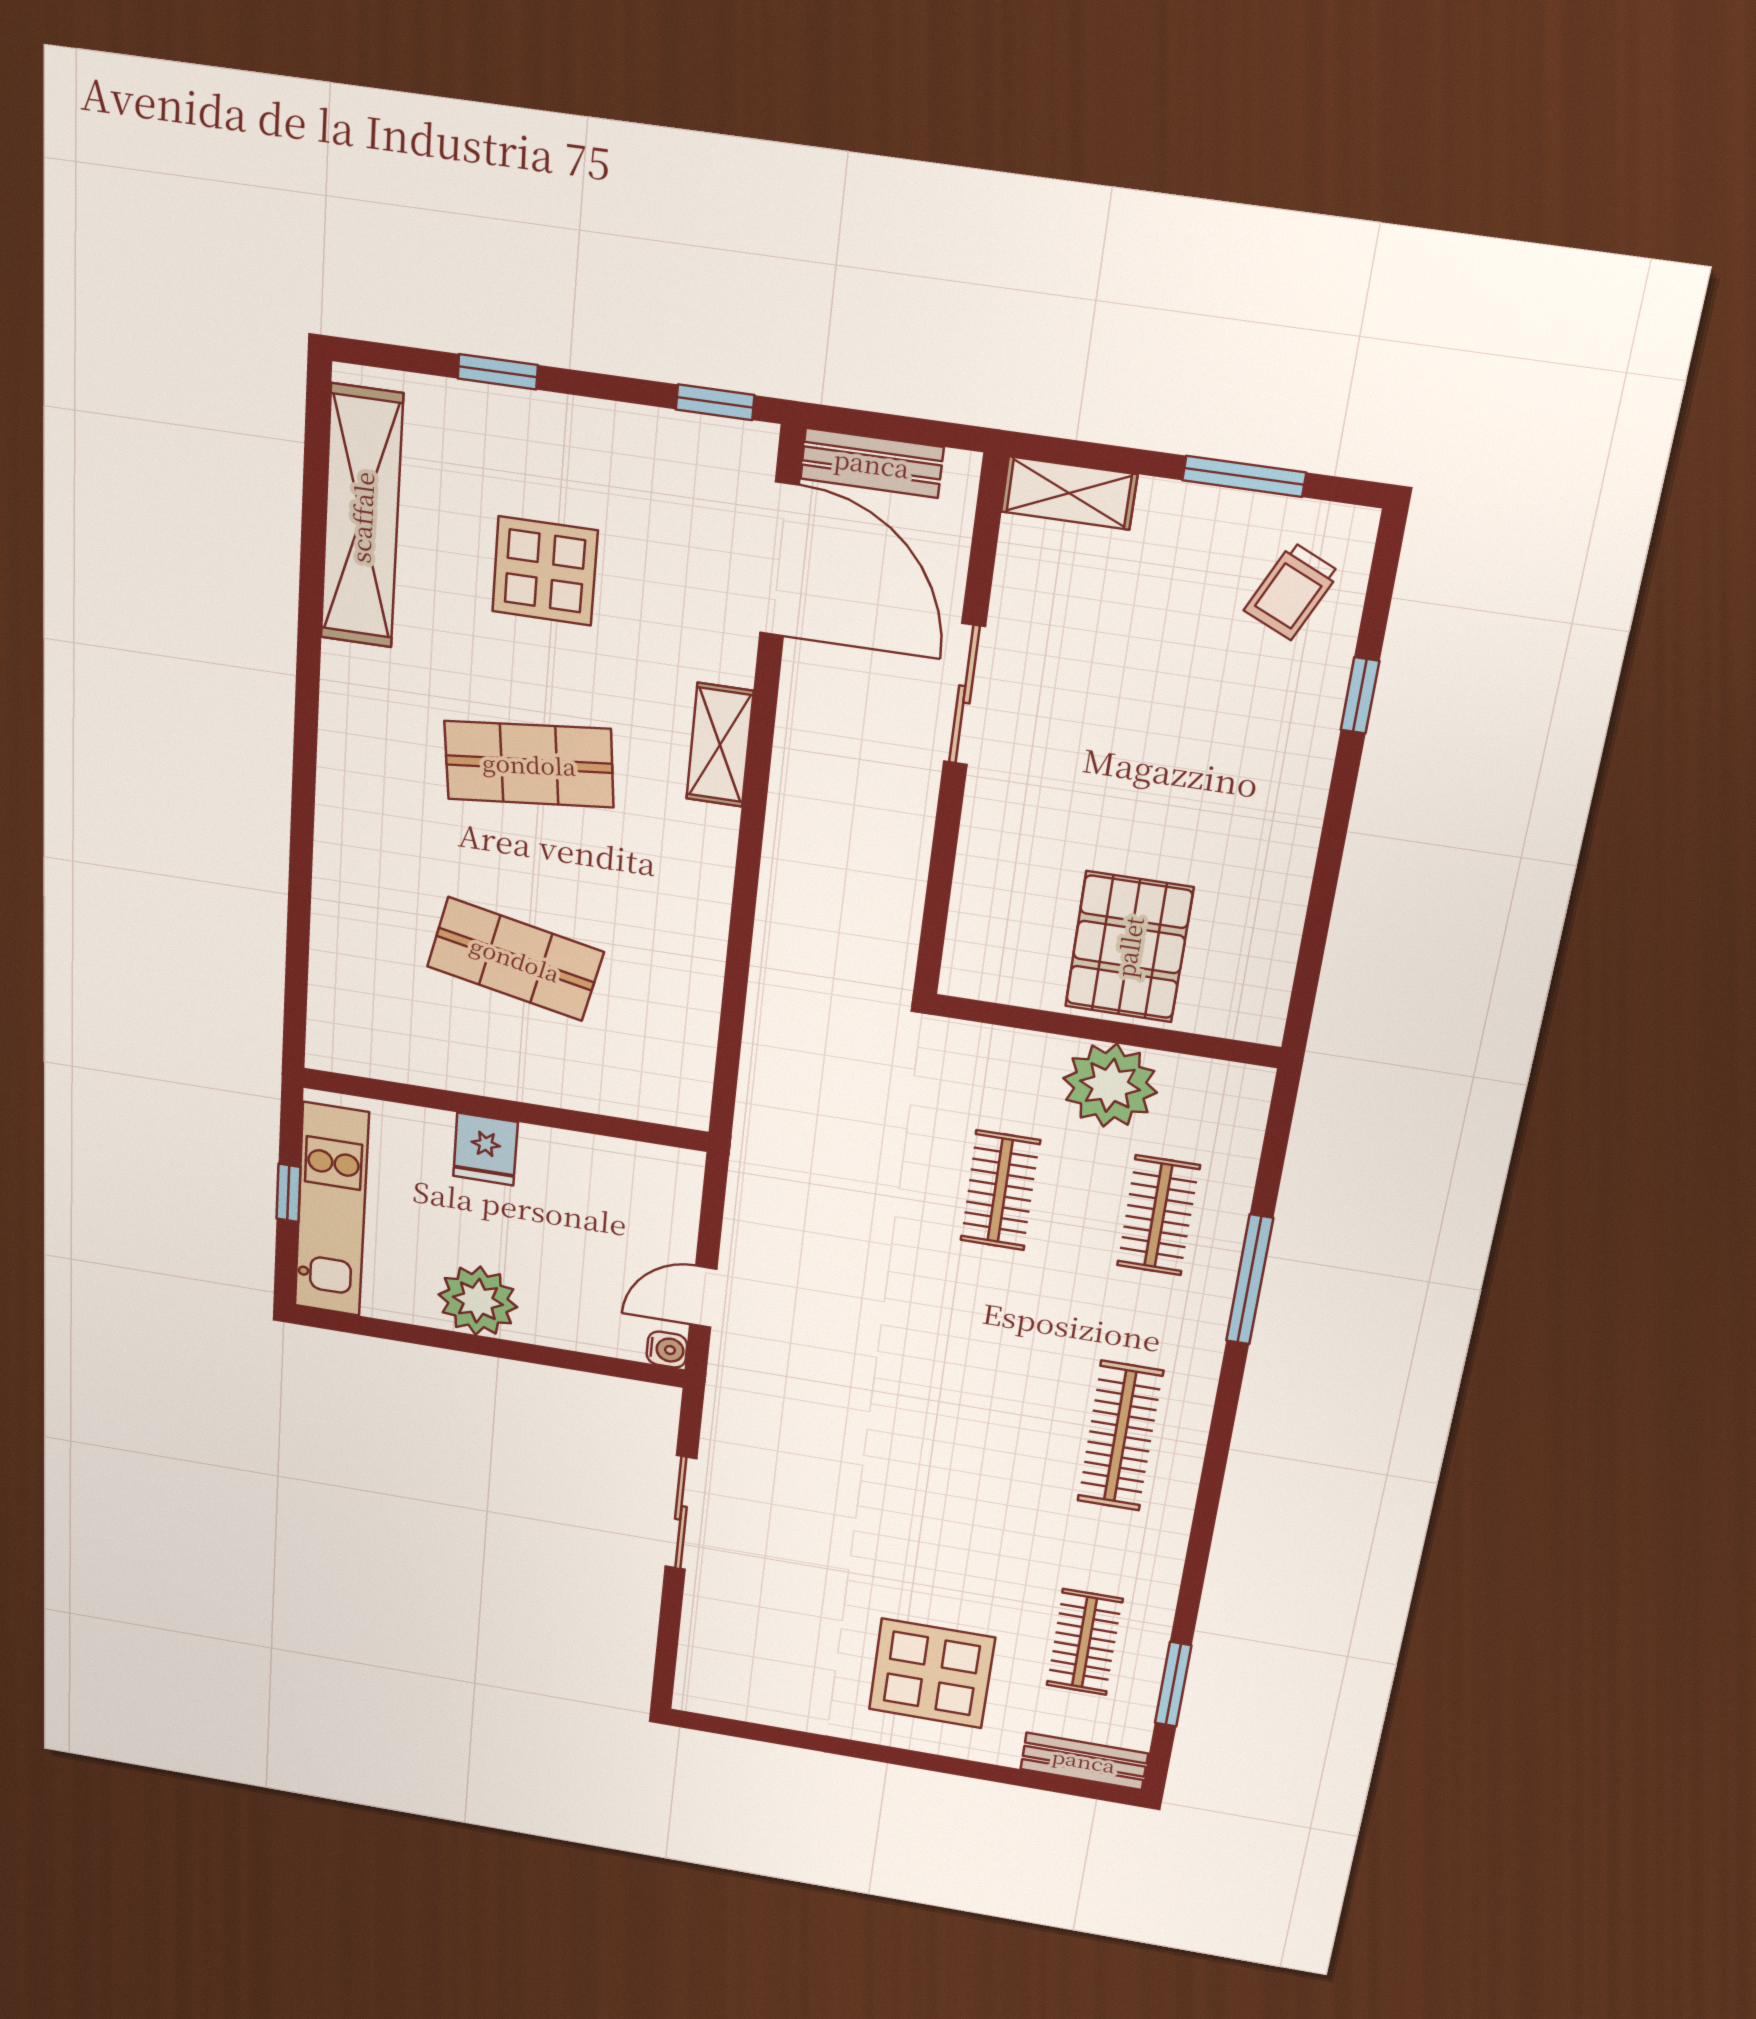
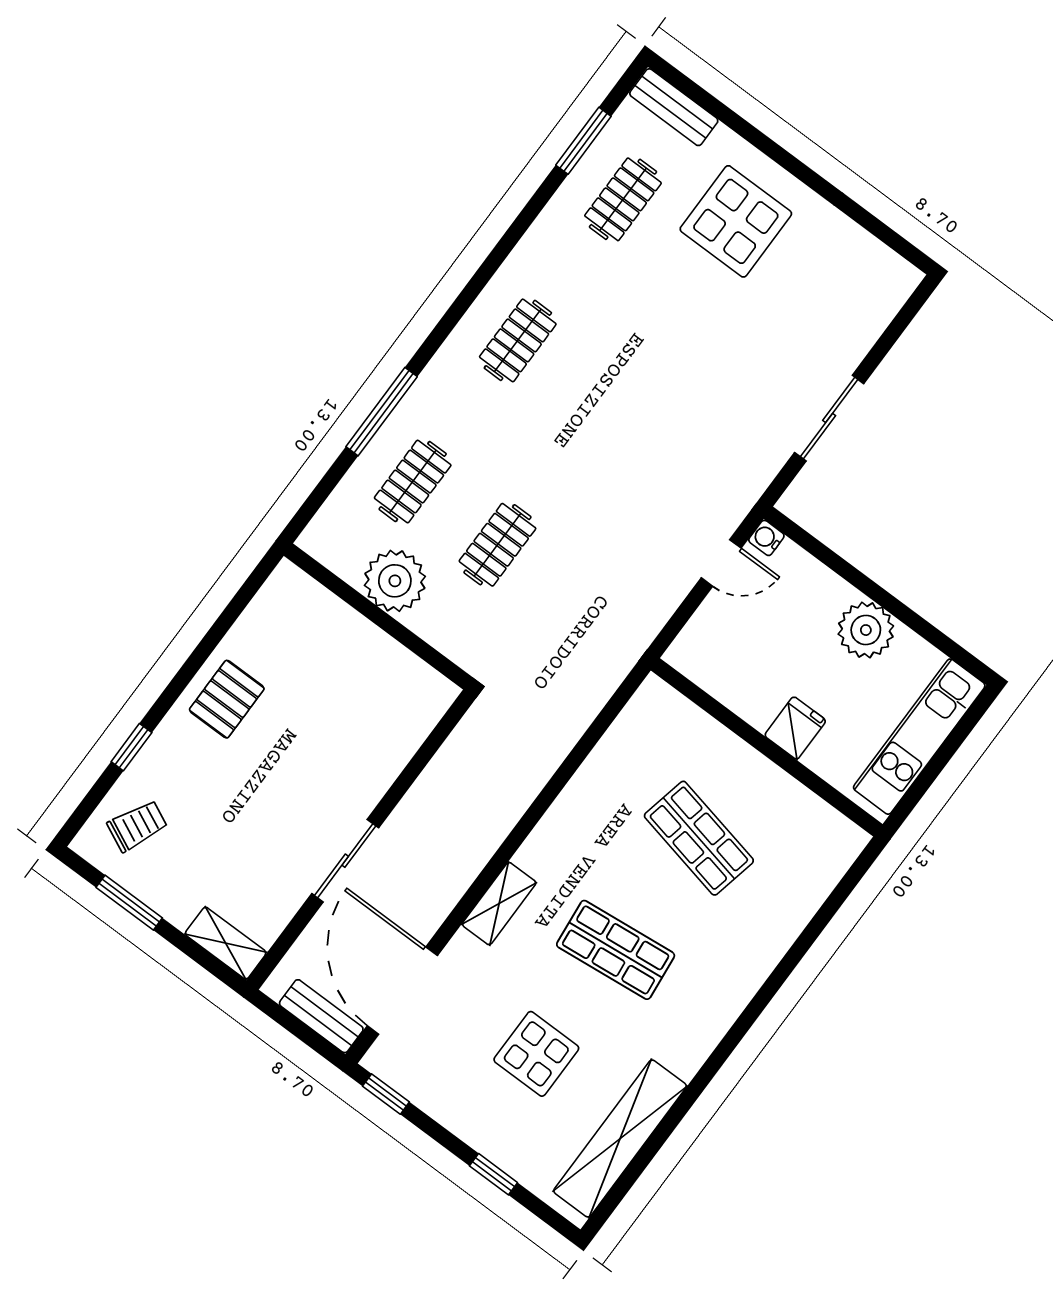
pallet: (1129, 947) -> (227, 699), moved, width x0.67, depth x0.71
window: (288, 1193) -> (939, 762), removed
clothes rail: (1120, 1436) -> (518, 340), width x0.73

